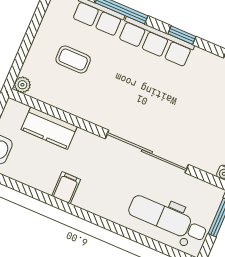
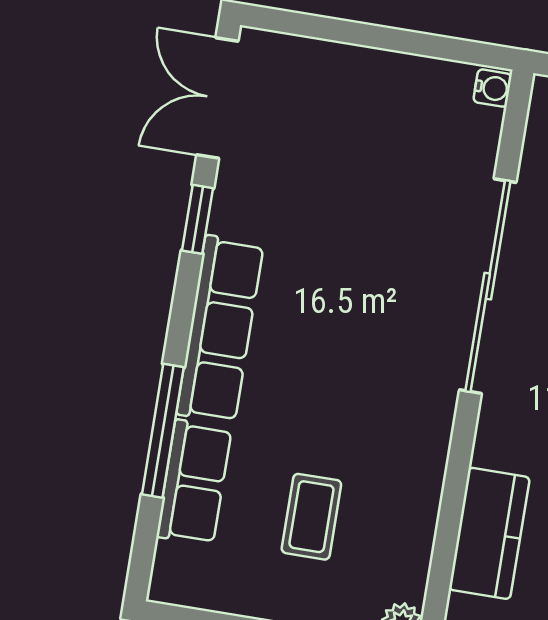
window: (182, 35) -> (197, 219), moved

